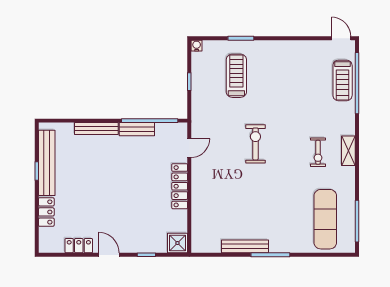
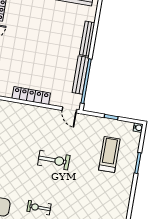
treadmill: (236, 76) -> (109, 155), turned -90
bench: (137, 129) -> (80, 75), width x1.36
door: (189, 148) -> (69, 110), moved

